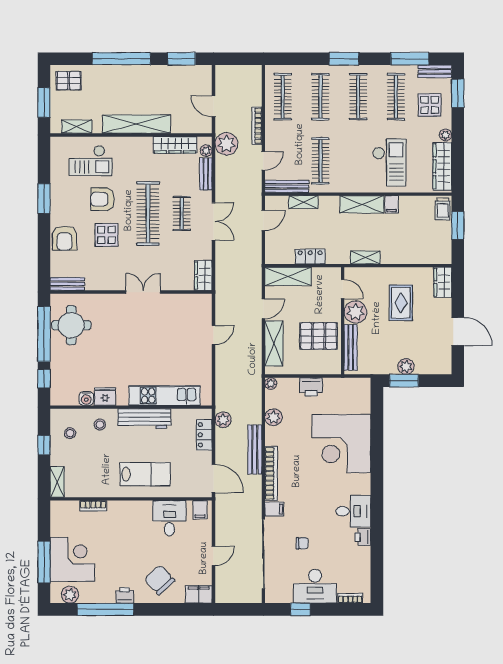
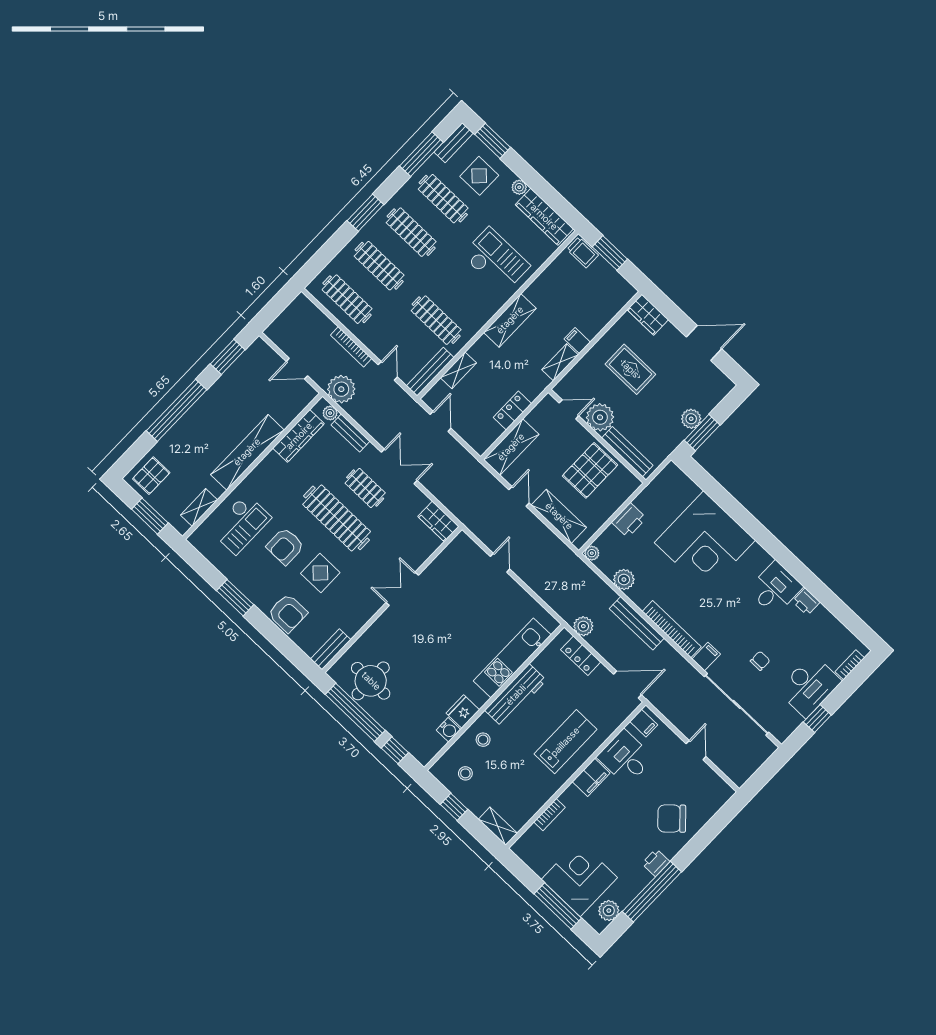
filing cabinet: (392, 204) -> (577, 340), moved, turned 180
filing cabinet: (199, 594) -> (591, 777), moved, turned 180

